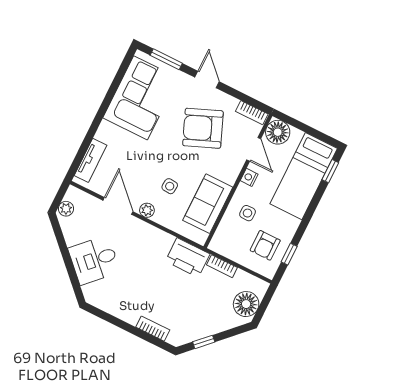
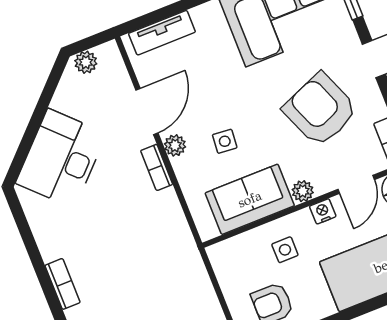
plant: (230, 176) -> (303, 191), added
printer: (188, 258) -> (173, 239), removed
desk: (94, 260) -> (61, 158), width x1.37
bookcase: (222, 266) -> (157, 167), moved

